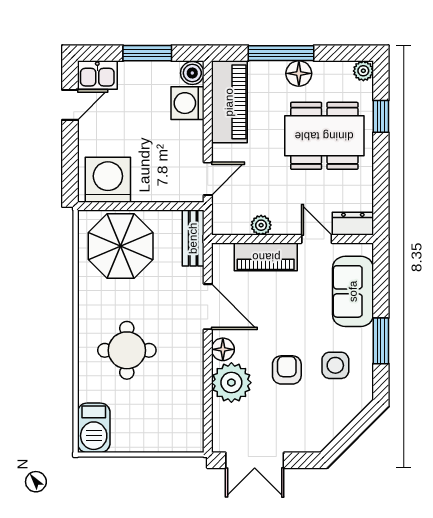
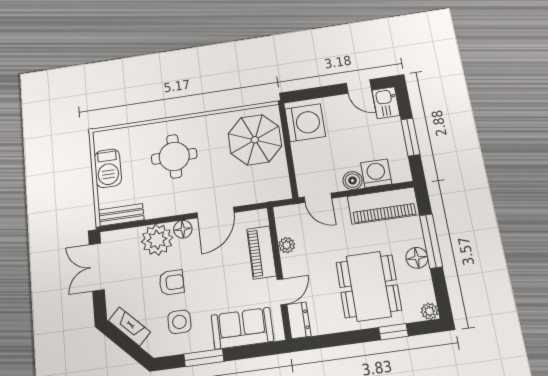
boiler: (192, 73) -> (353, 181), moved
bench: (193, 238) -> (121, 215), moved
fireplace: (332, 426) -> (129, 326), added
barbecue: (94, 428) -> (108, 168), moved, turned -90

